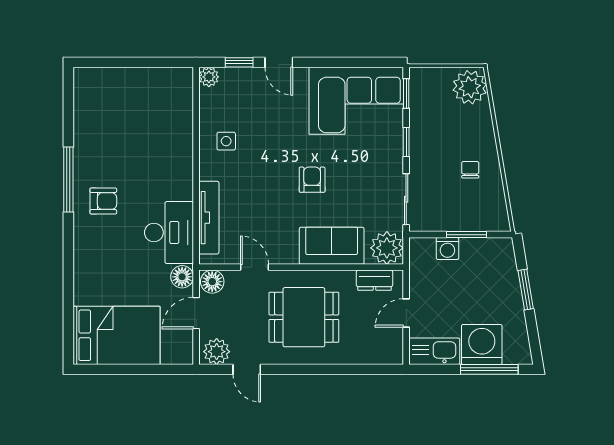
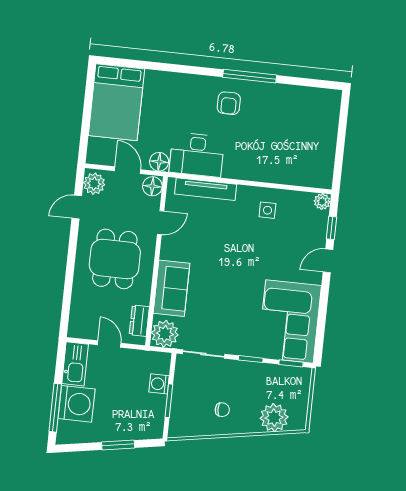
plant: (470, 87) -> (274, 418), moved
armchair: (312, 180) -> (228, 278), removed

